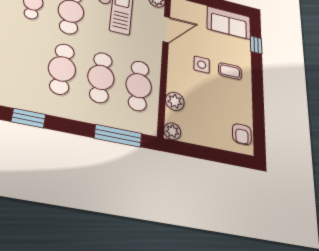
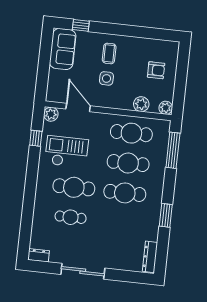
armchair: (242, 134) -> (156, 70), moved

